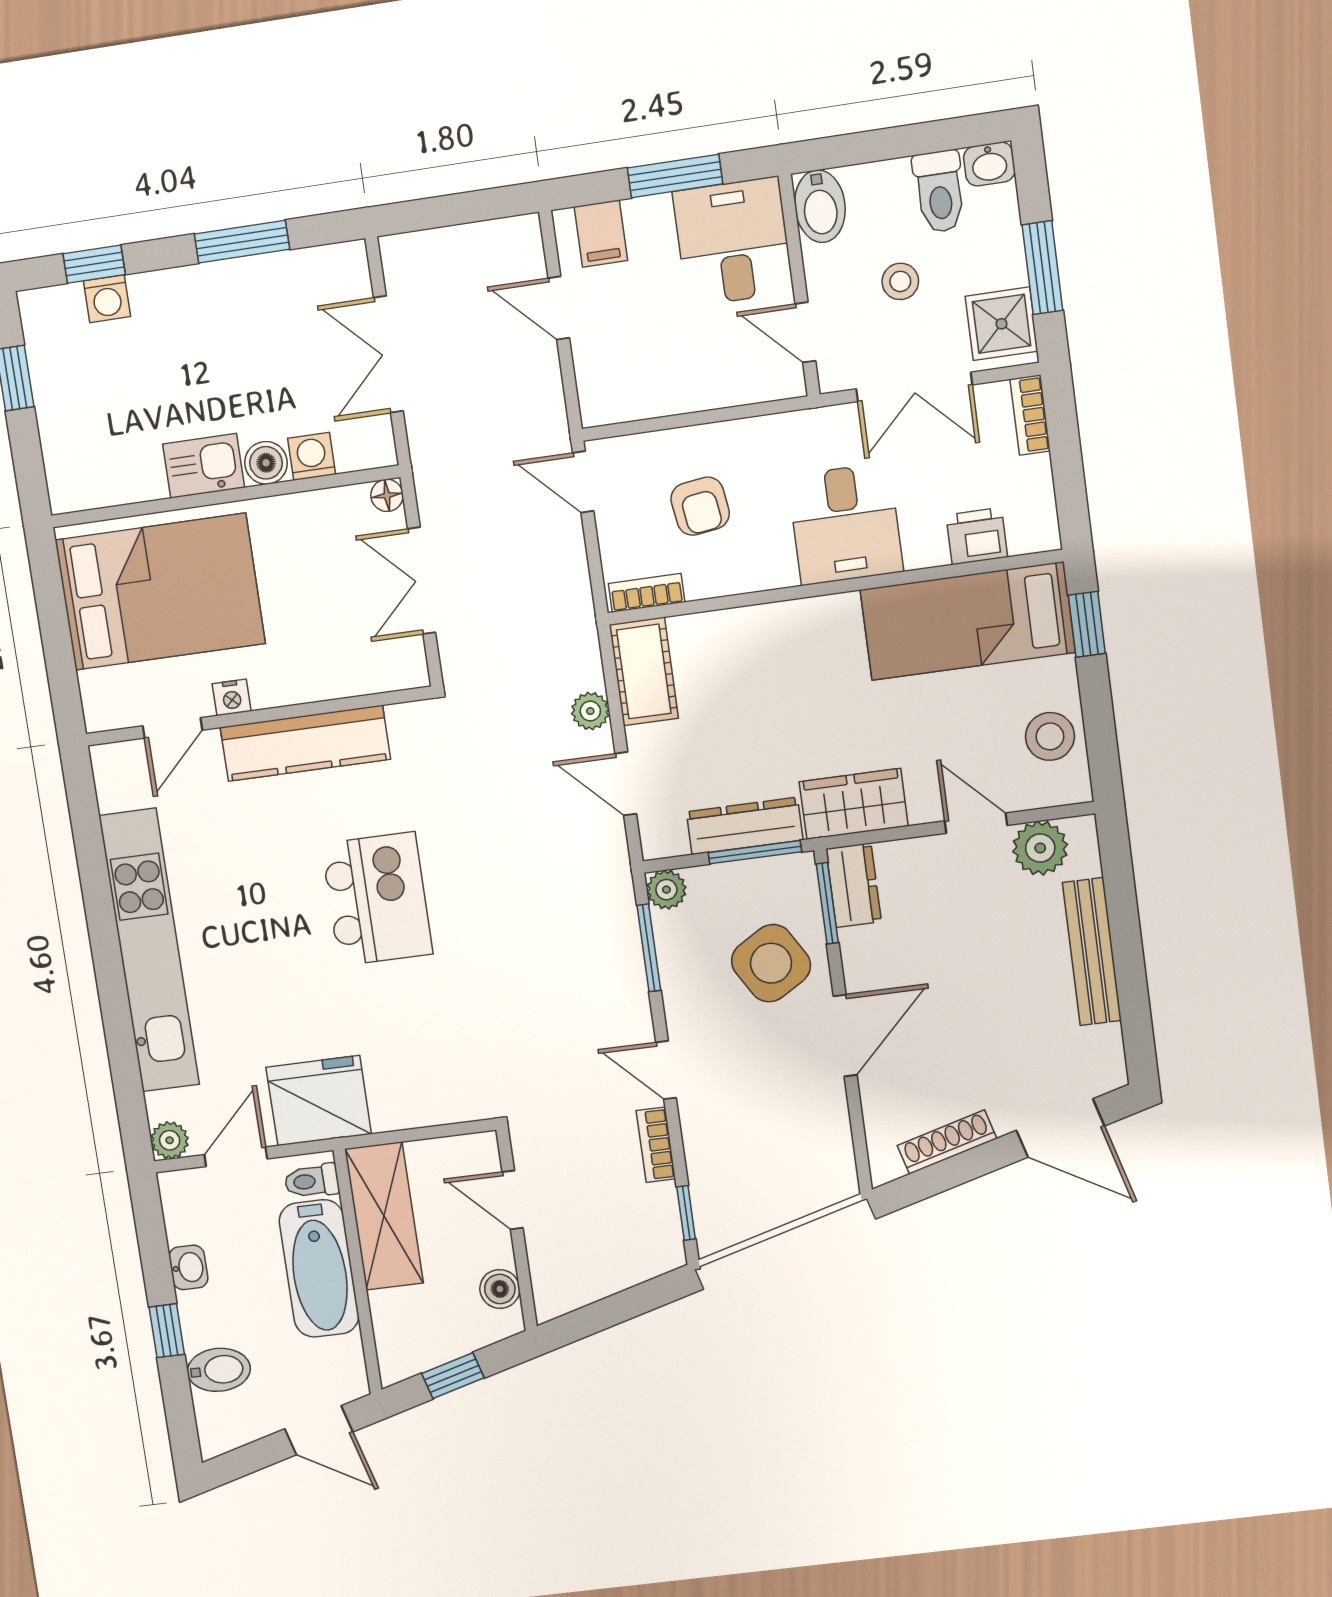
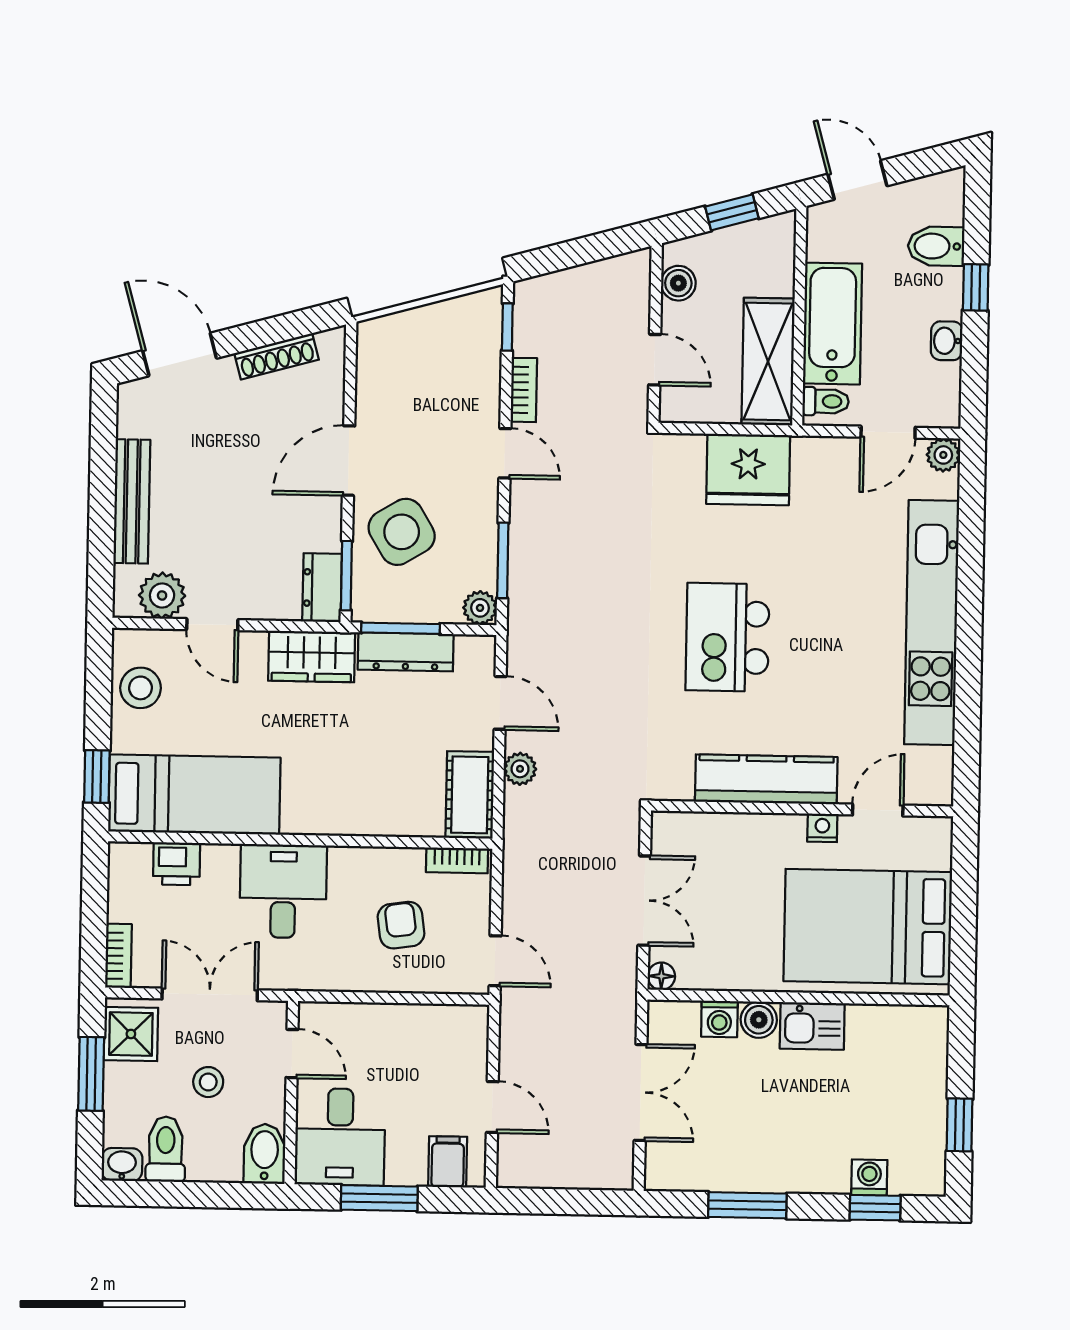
fridge: (319, 1101) -> (748, 469), moved

